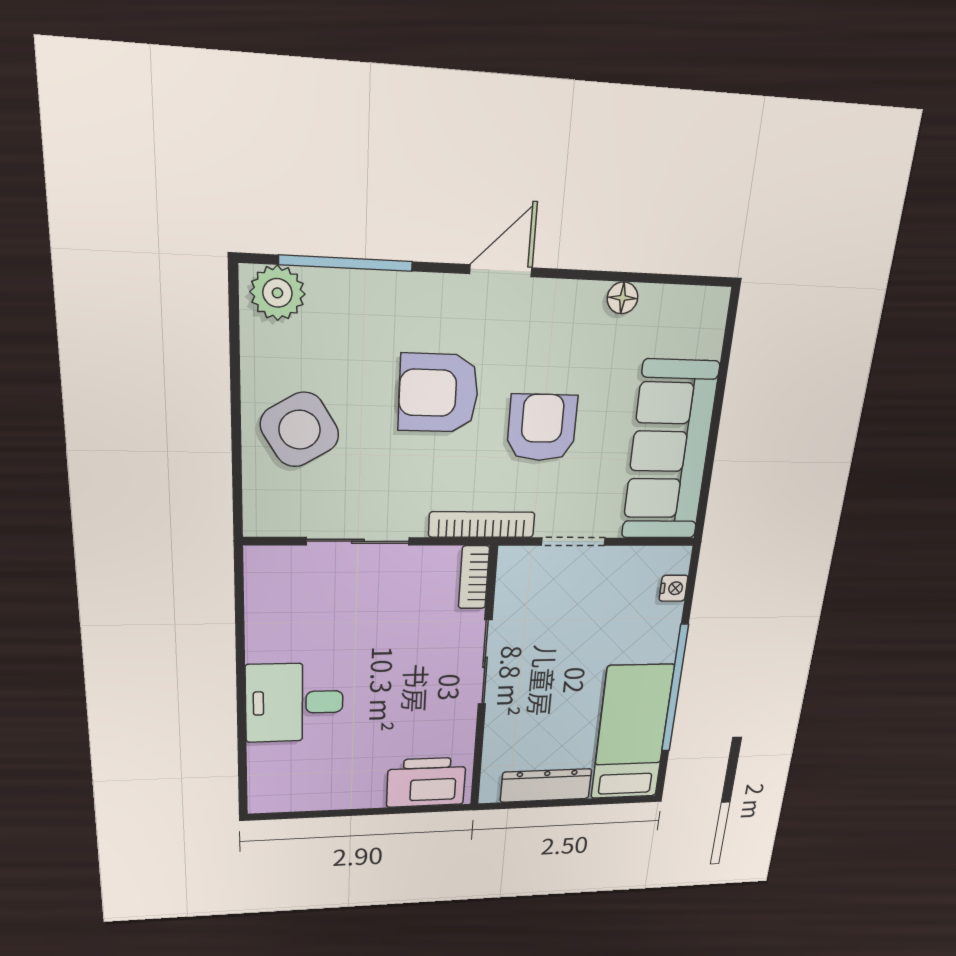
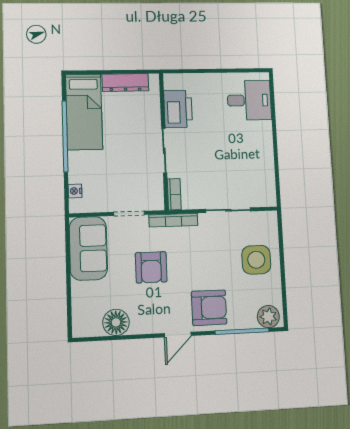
floor lamp: (622, 298) -> (116, 322), width x1.89, depth x1.89
armchair: (439, 393) -> (209, 308), moved
side table: (300, 430) -> (256, 260), turned 31
sofa: (670, 451) -> (88, 248), width x0.73
desk: (295, 703) -> (249, 100), moved
printer: (426, 782) -> (178, 109), moved, turned -90

